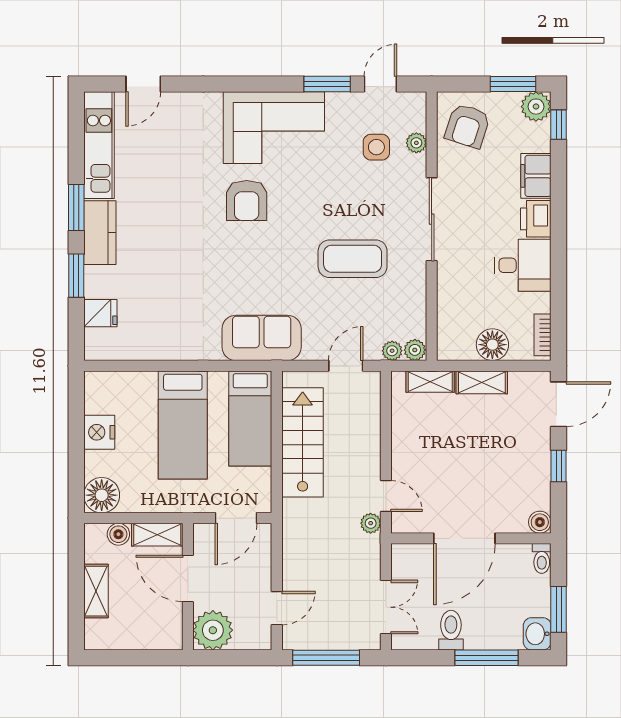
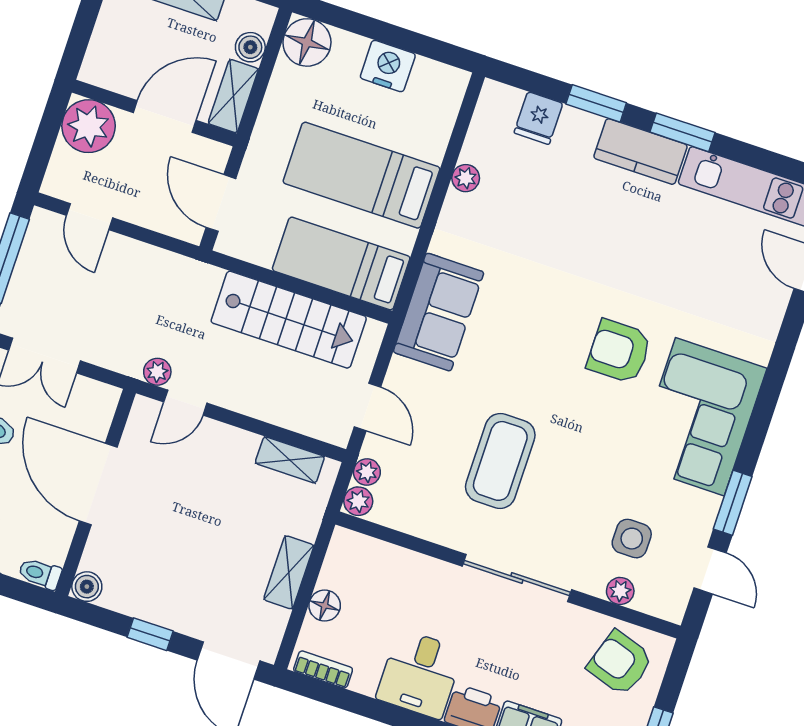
floor lamp: (492, 345) -> (325, 606), width x0.73, depth x0.73
plant: (160, 350) -> (466, 178), added
shelving: (430, 382) -> (290, 460), moved, turned 90

